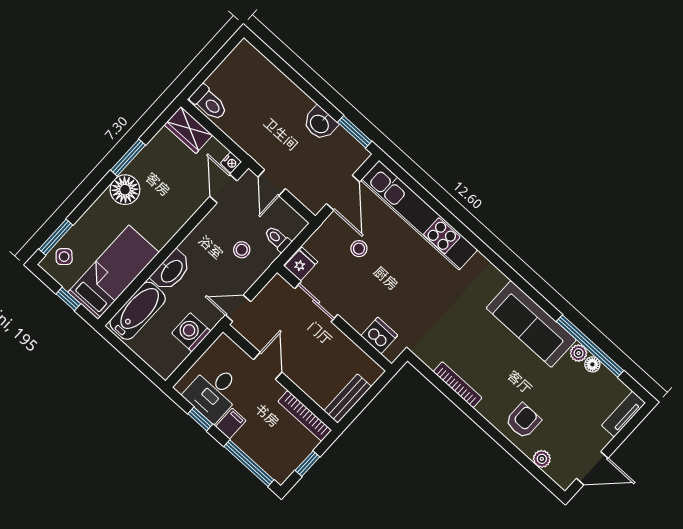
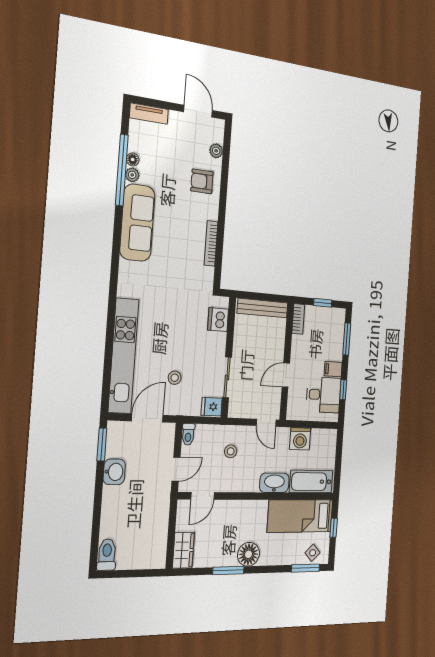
toilet: (209, 103) -> (107, 555), moved
nightstand: (231, 163) -> (183, 506), removed
toilet: (277, 239) -> (188, 434), moved
bench: (348, 399) -> (263, 308), width x1.36
bookcase: (305, 416) -> (298, 319), width x0.64
window: (249, 463) -> (347, 339), width x0.69

